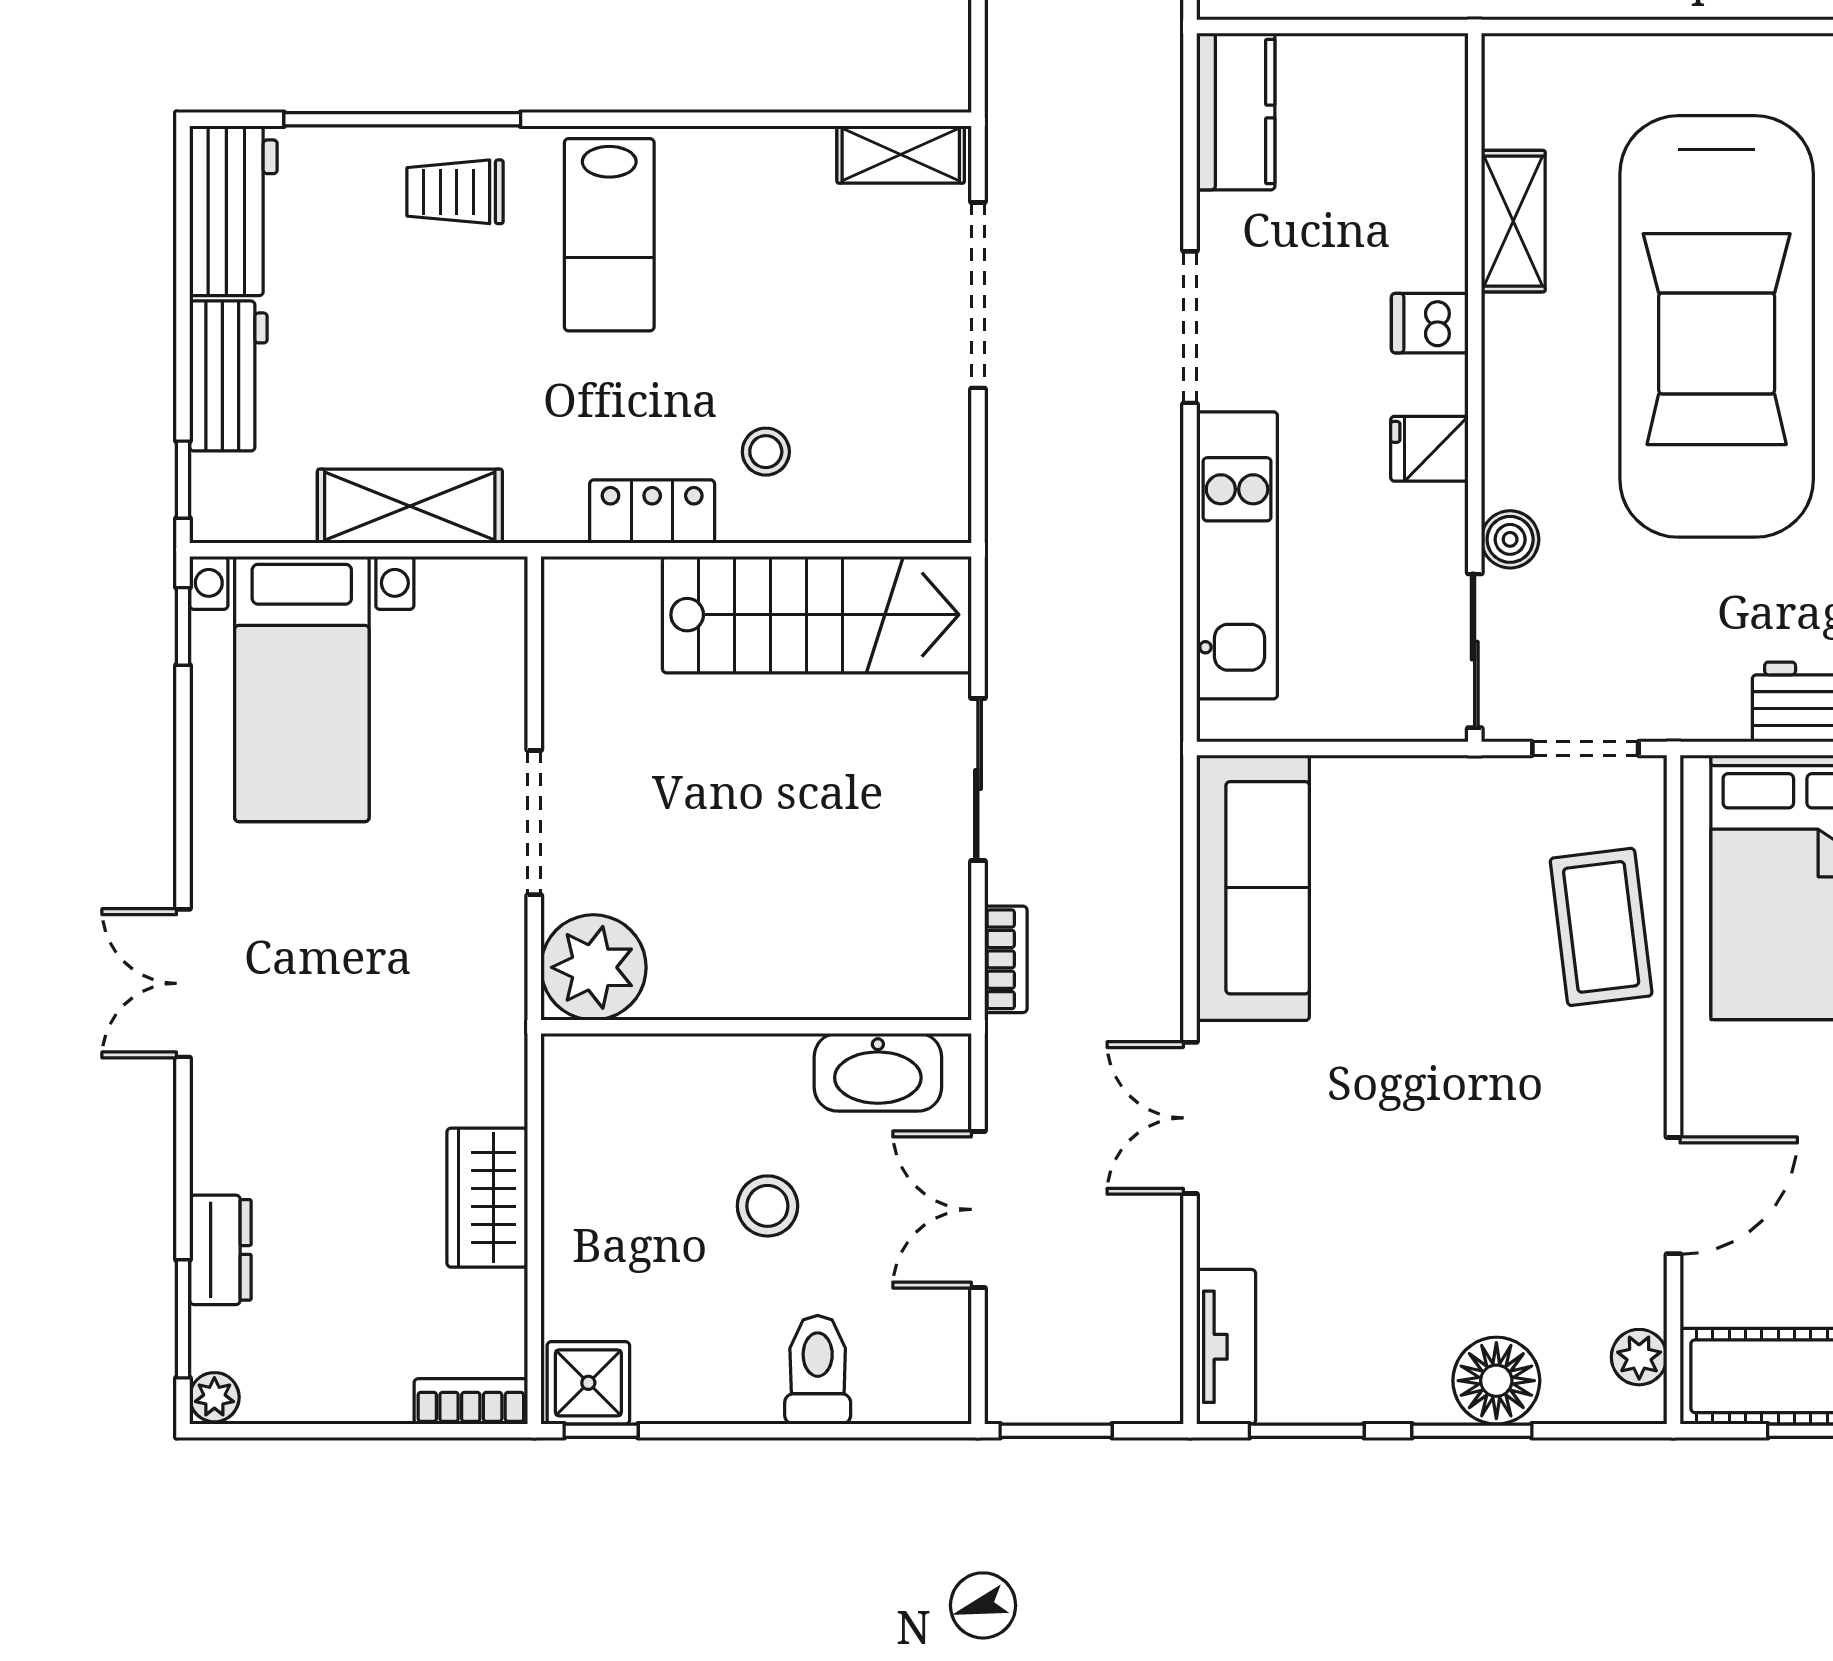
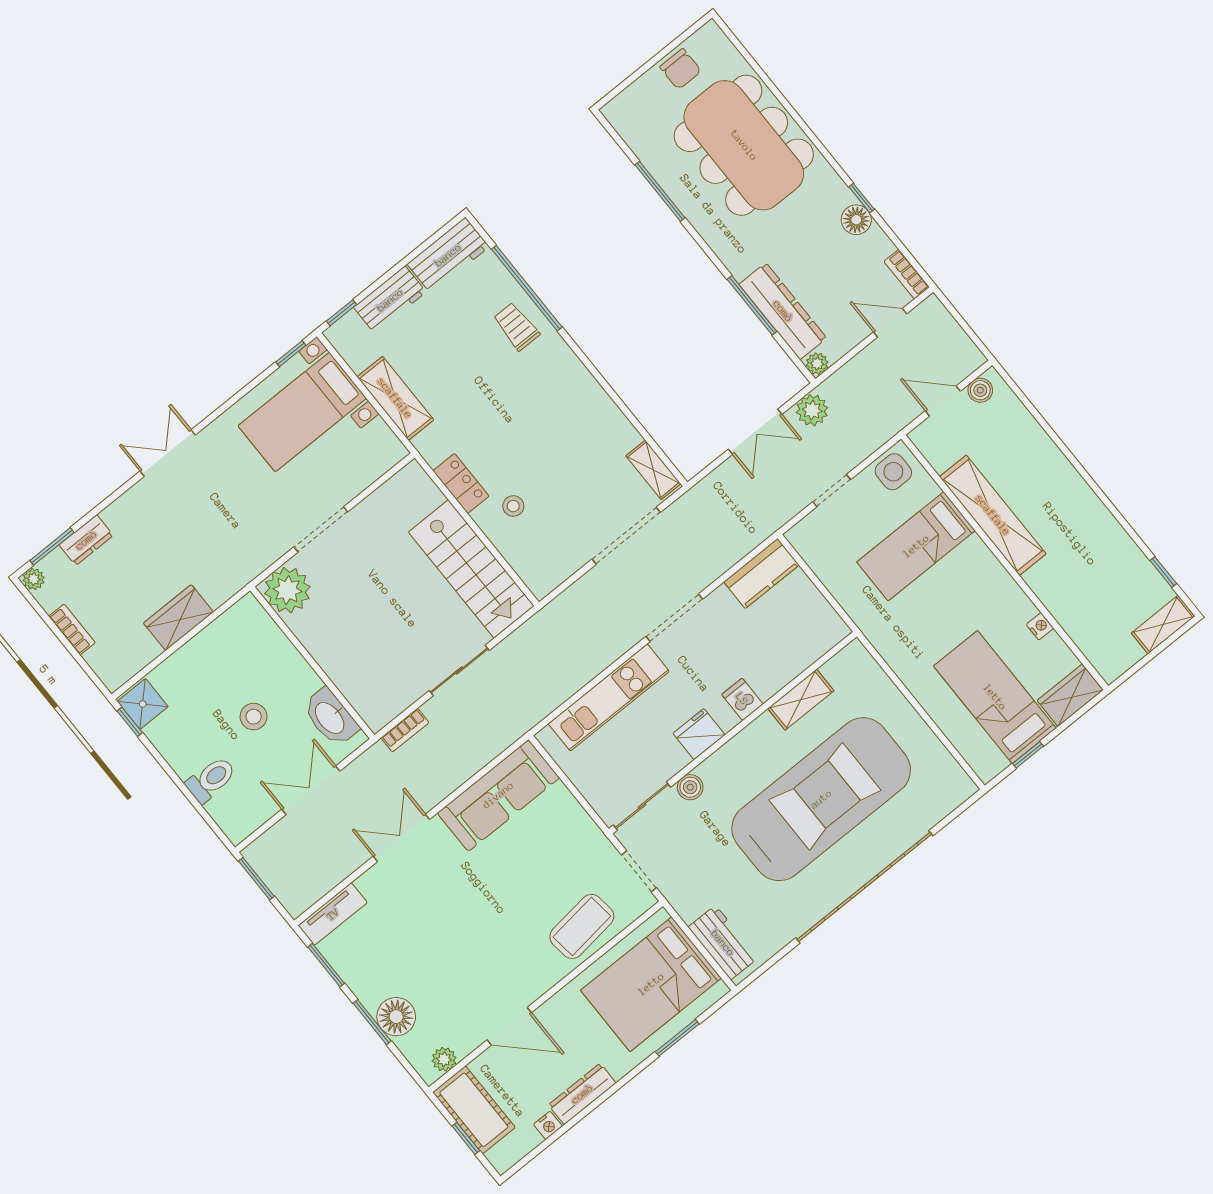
lab bench: (609, 235) -> (545, 392), removed
car: (1717, 326) -> (821, 799), turned 180
fridge: (1429, 449) -> (699, 734), width x1.38
bookcase: (471, 1401) -> (72, 629), moved

